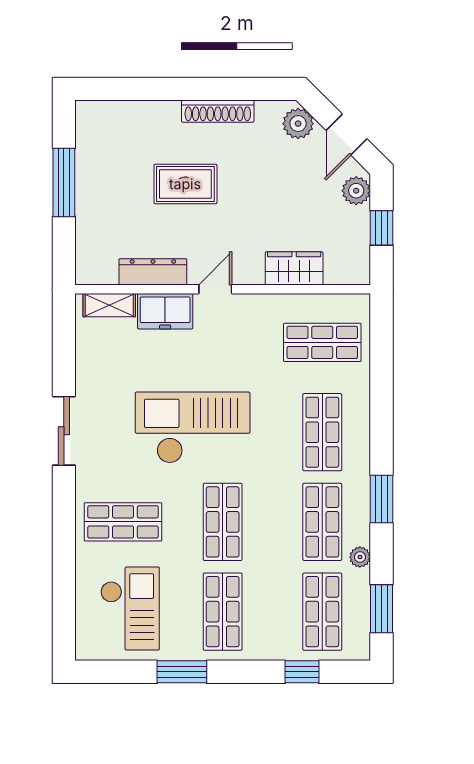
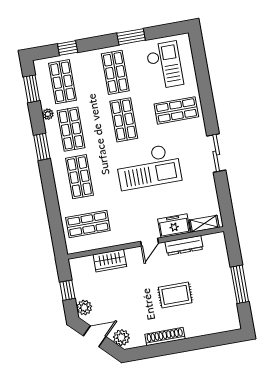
door: (347, 135) -> (95, 336), hinge flipped
checkout: (130, 609) -> (165, 65), turned 180

